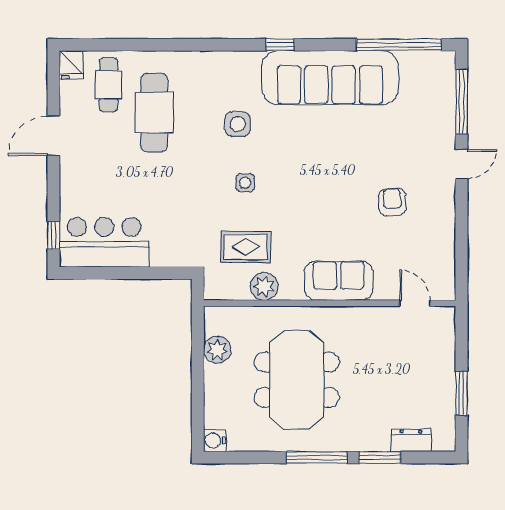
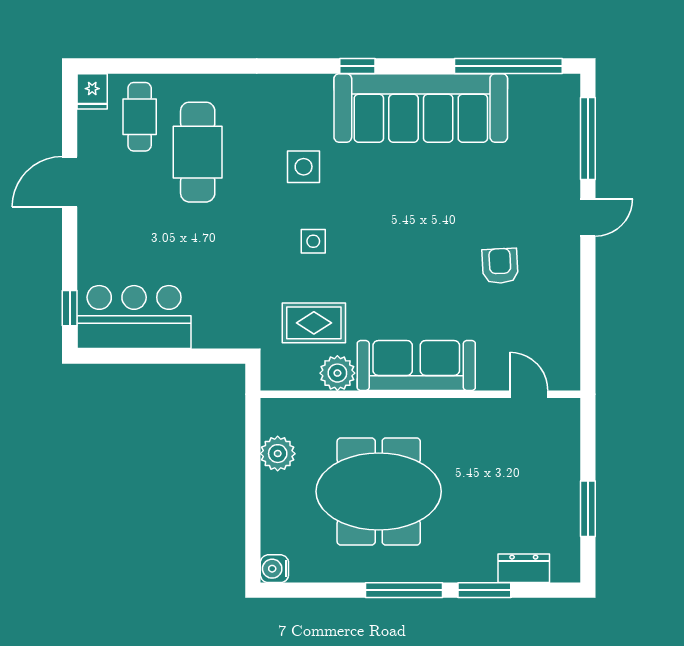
sofa: (339, 281) -> (416, 366), width x1.36
meeting table: (297, 380) -> (379, 491), turned 90

